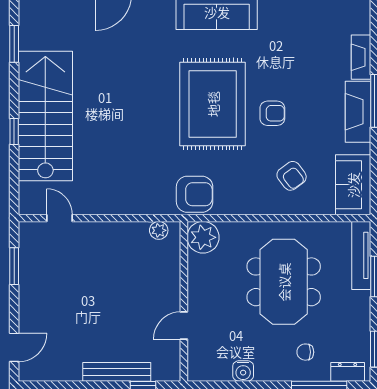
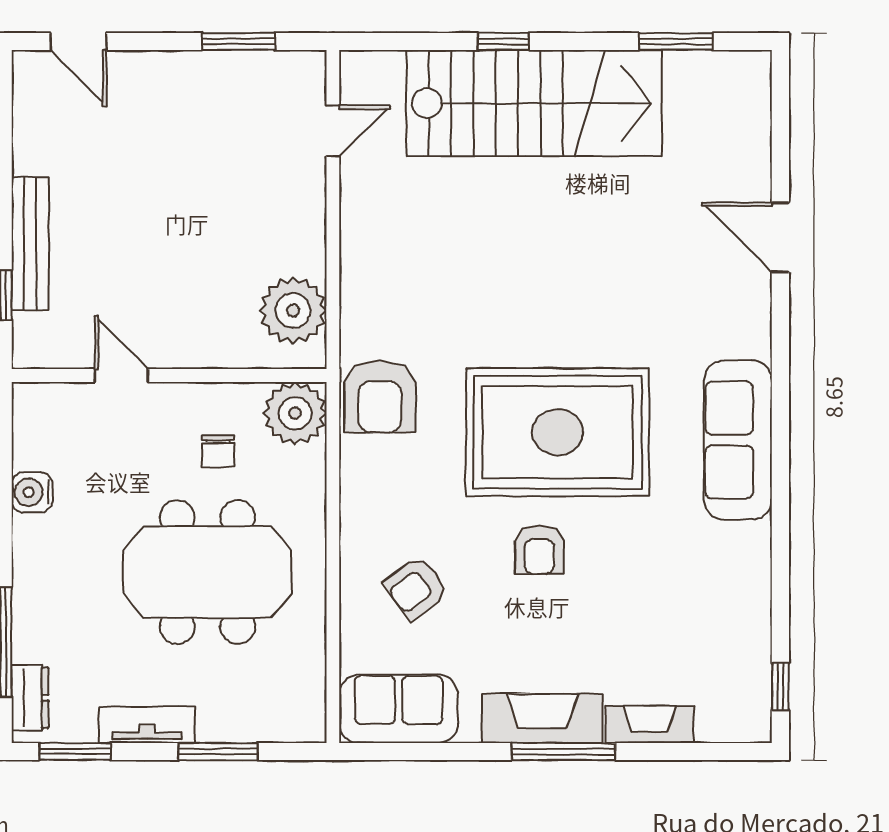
plant: (159, 230) -> (293, 310), width x1.87, depth x1.87
tv unit: (361, 255) -> (147, 725), moved, width x0.71
chair: (305, 352) -> (218, 451), moved, turned 180

